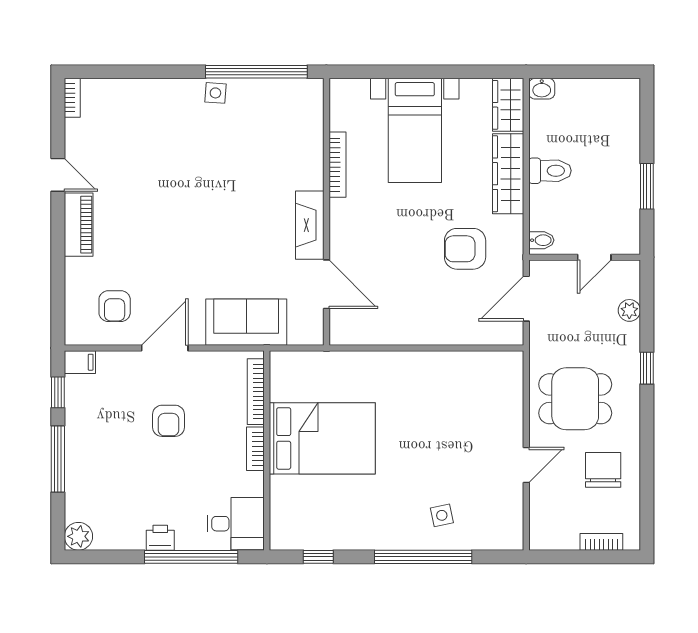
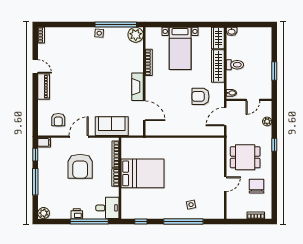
plant: (305, 97) -> (136, 35), added
armchair: (169, 421) -> (80, 166), width x1.88, depth x1.88

